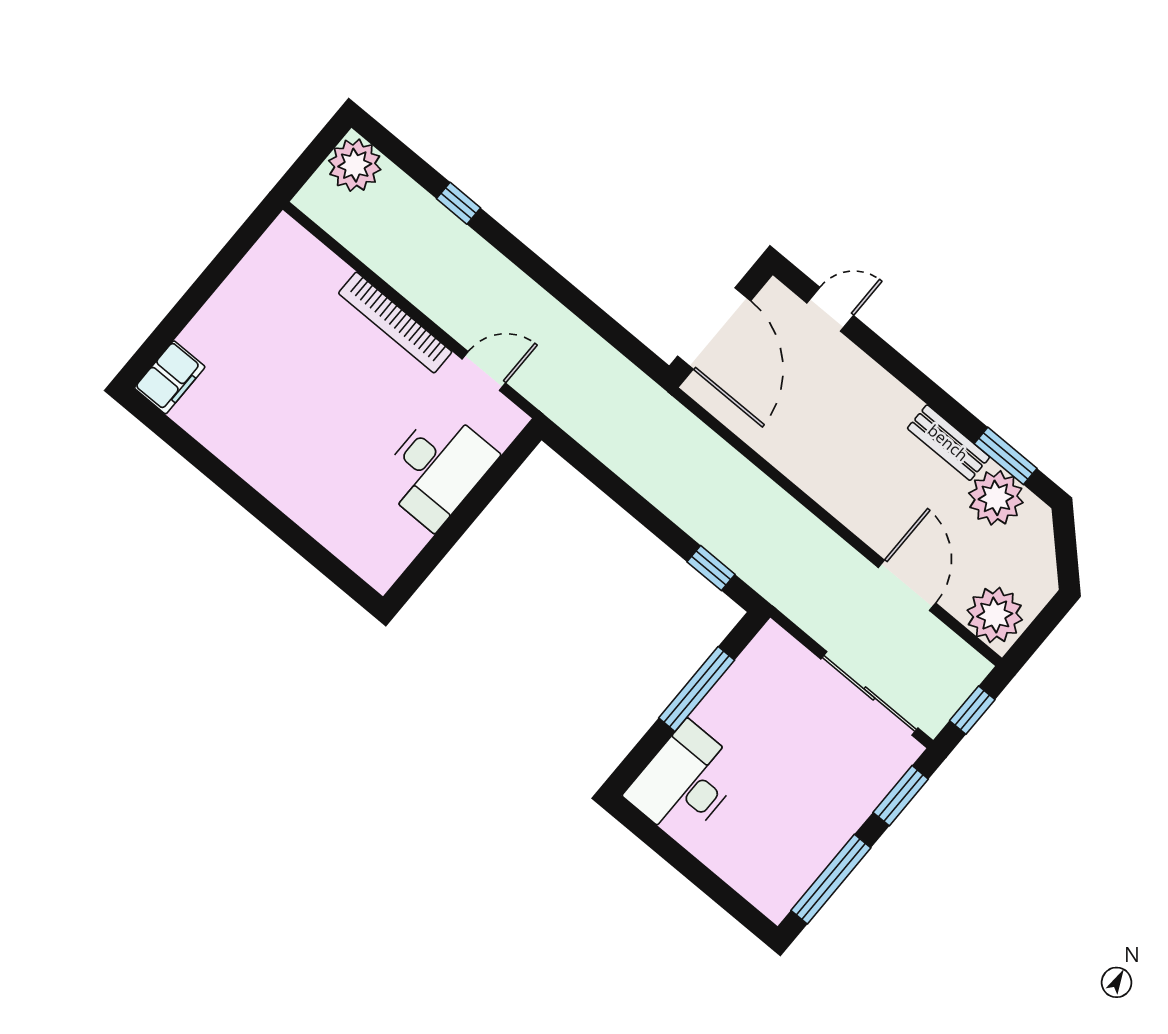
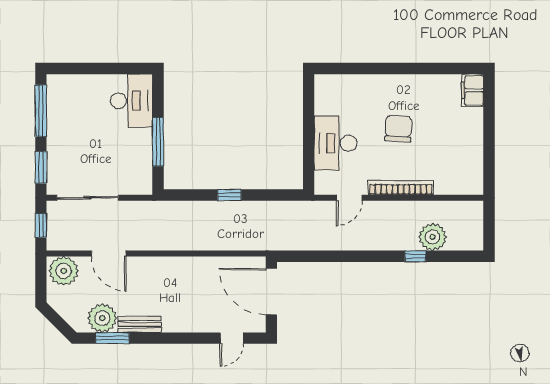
plant: (355, 165) -> (433, 237), moved
chair: (326, 412) -> (398, 129), added
window: (711, 568) -> (229, 195), moved

